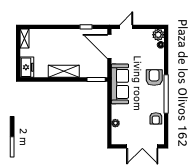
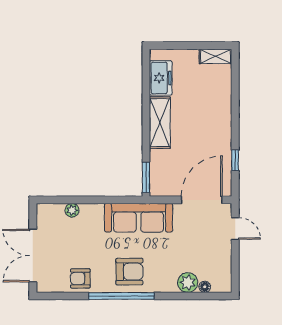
plant: (158, 35) -> (188, 283), moved
freezer: (27, 67) -> (161, 78), moved, turned -90
armchair: (154, 78) -> (129, 272), moved

